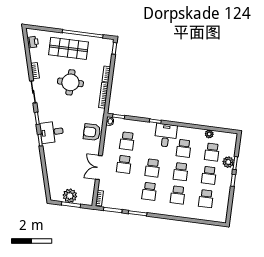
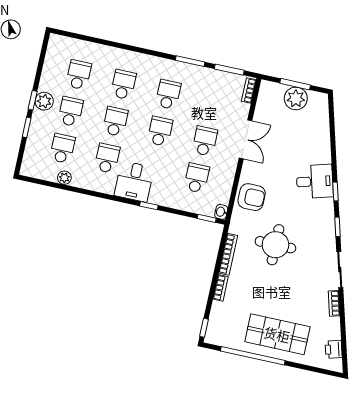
round table: (70, 82) -> (275, 245), moved
desk: (52, 132) -> (315, 181), moved
plant: (228, 162) -> (44, 101), moved

